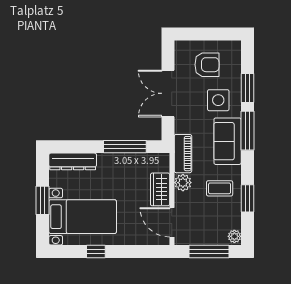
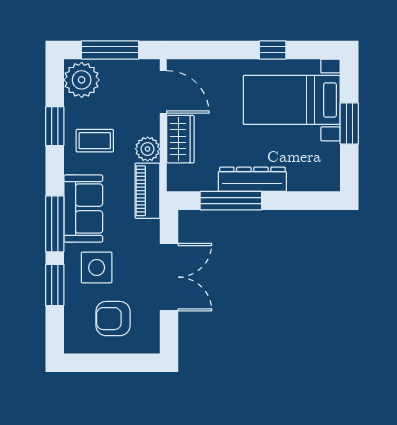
dresser: (73, 161) -> (252, 179), moved
plant: (234, 236) -> (82, 80), width x1.87, depth x1.87

